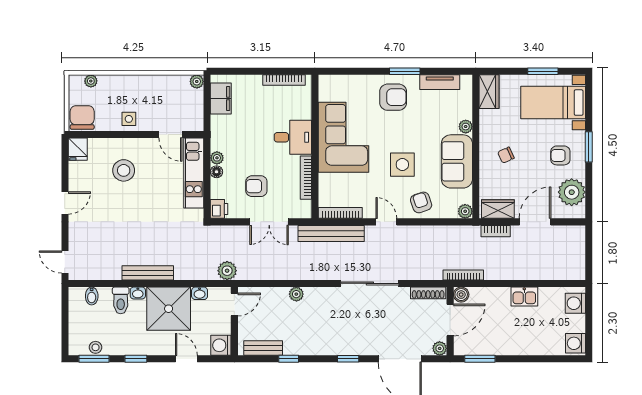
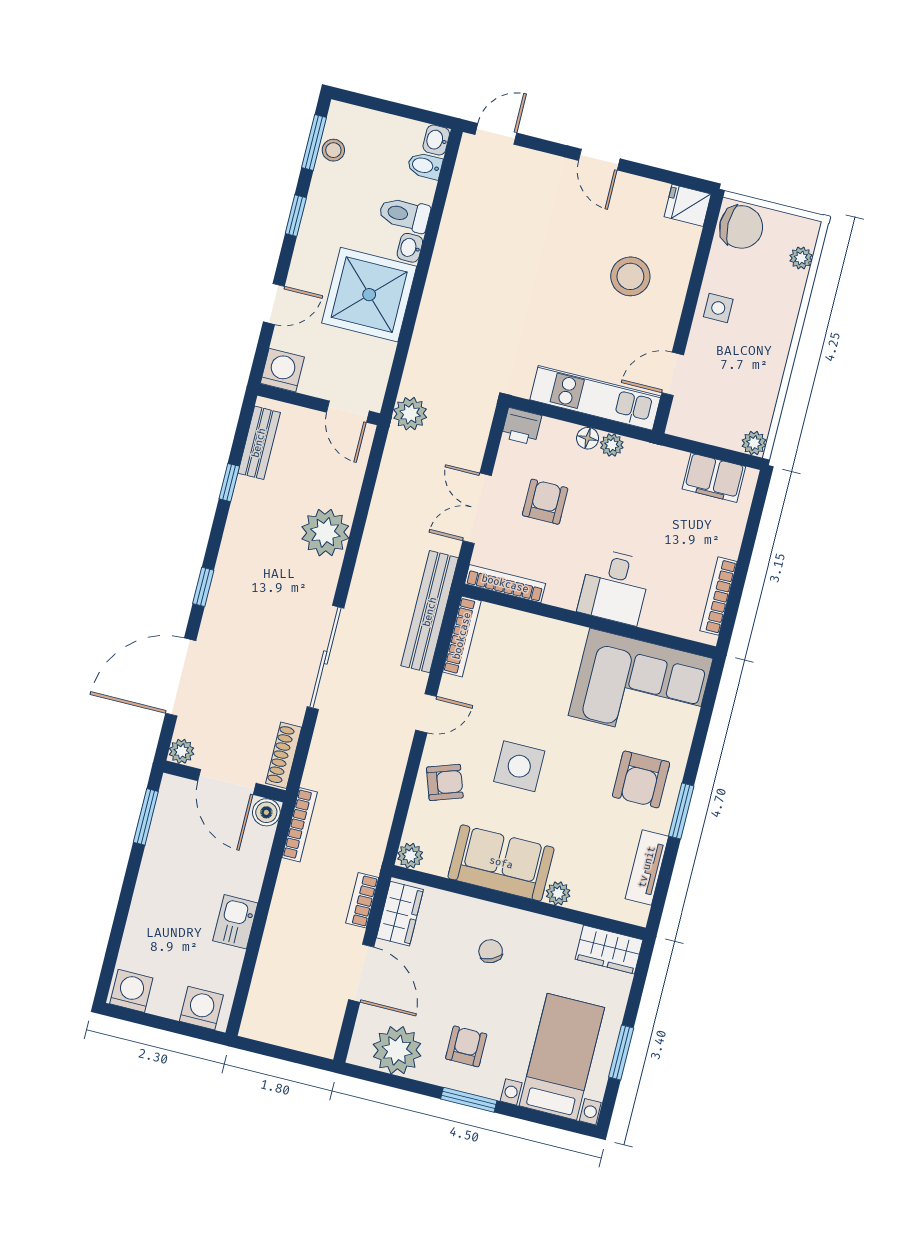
corner sofa: (343, 137) -> (641, 687), moved
bookcase: (306, 178) -> (505, 584), moved
bench: (148, 273) -> (441, 274), removed
washbasin: (200, 293) -> (436, 140), moved
plant: (296, 294) -> (325, 533), width x1.87, depth x1.87

